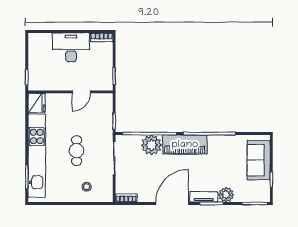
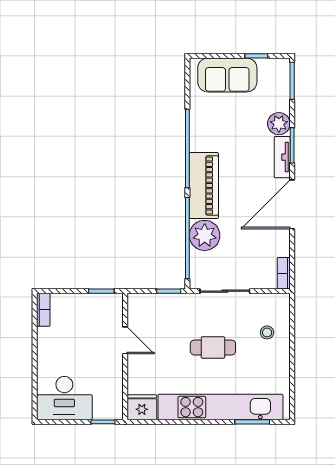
desk: (71, 47) -> (64, 398), moved, turned -90
door: (172, 203) -> (292, 204), hinge flipped

